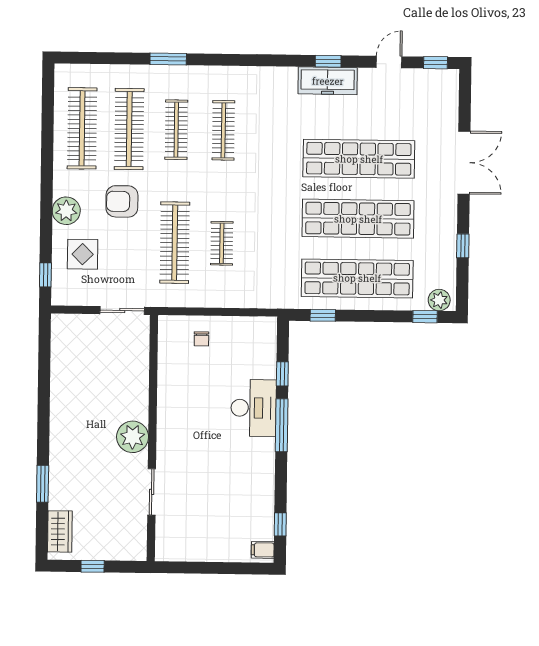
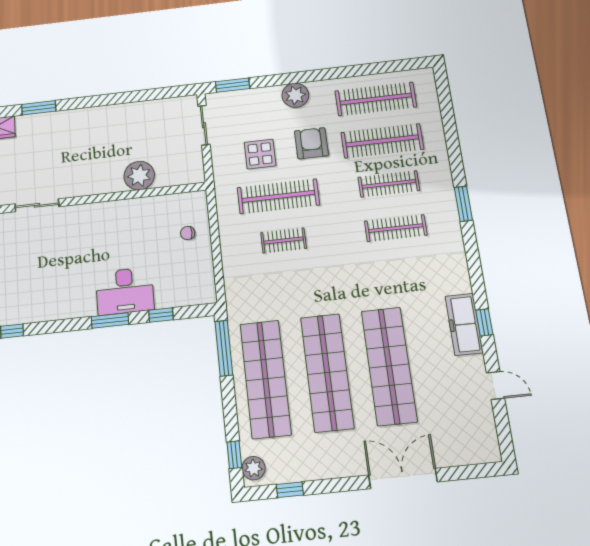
window: (168, 59) -> (463, 204), moved
window: (435, 63) -> (504, 435), removed
double door: (464, 163) -> (403, 478), swing flipped
window: (463, 246) -> (290, 490), moved
display table: (83, 254) -> (260, 154), moved
window: (45, 275) -> (233, 85), width x1.50
sliding door: (122, 310) -> (204, 125), moved
window: (323, 315) -> (224, 348), width x2.17
window: (282, 425) -> (110, 321), width x0.69
plant: (133, 437) -> (139, 176), moved

